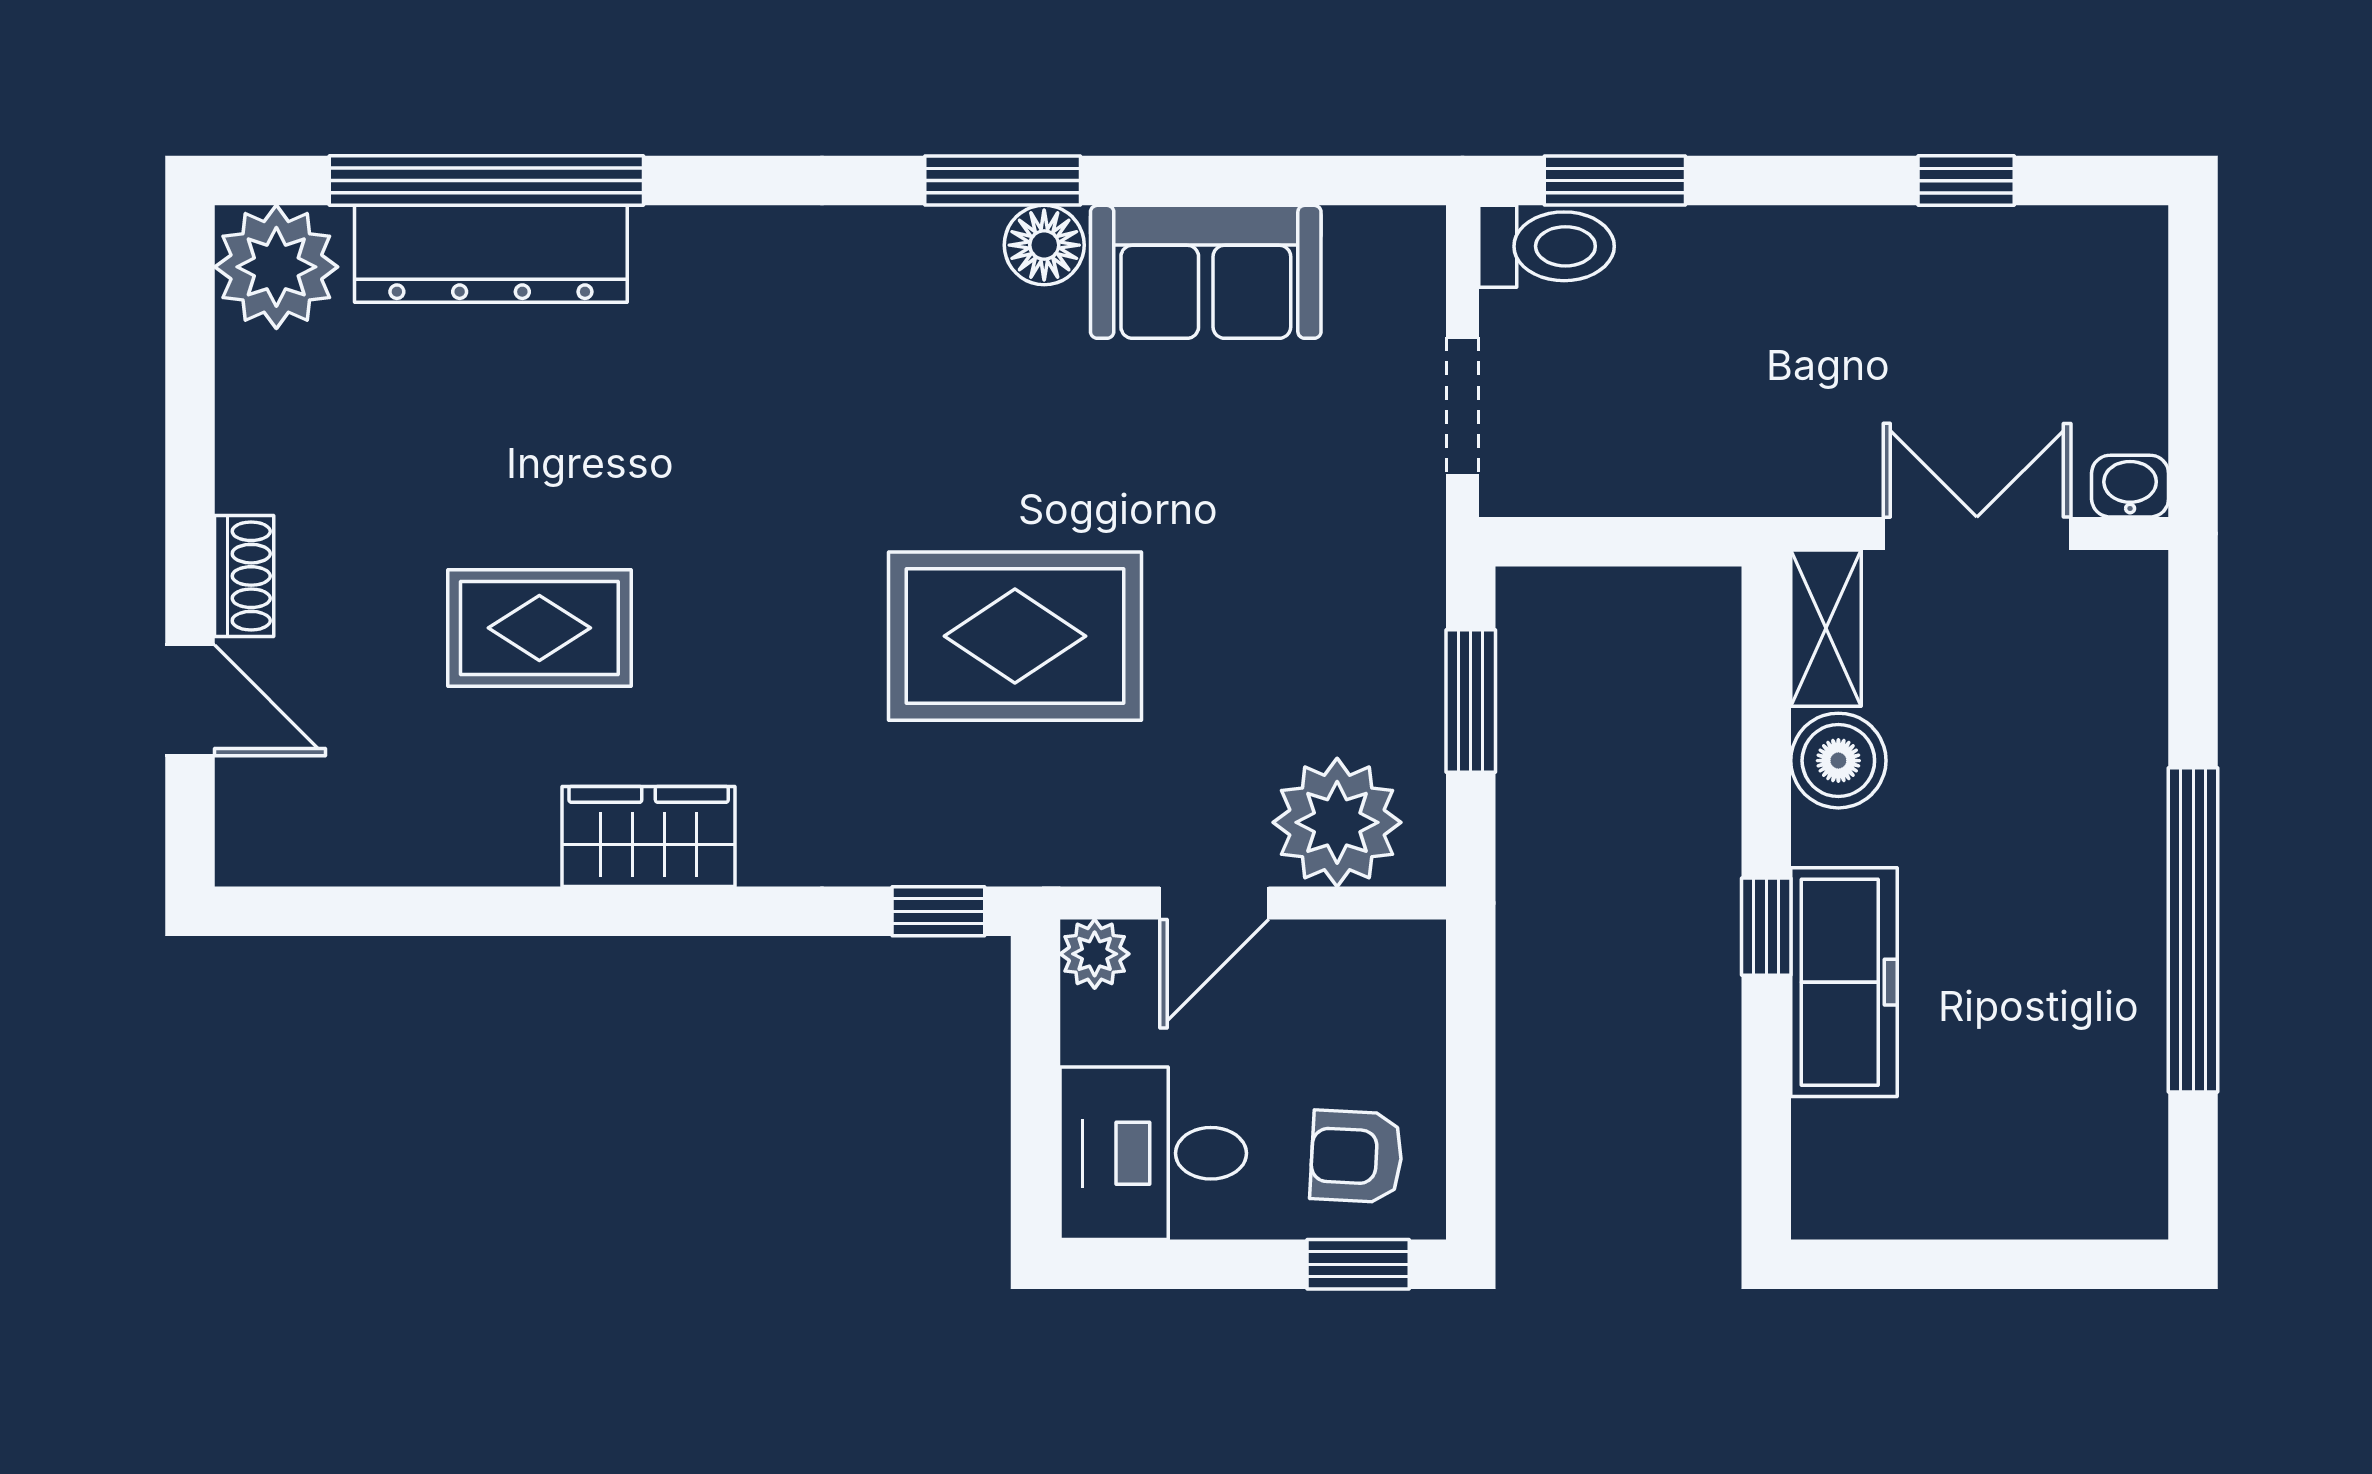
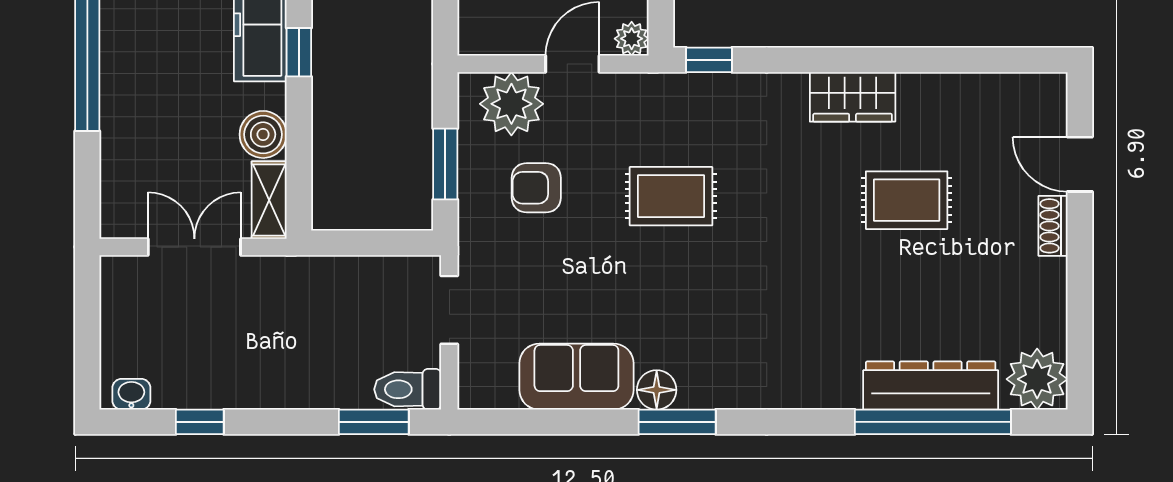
washbasin: (2130, 486) -> (131, 394), moved, turned 180
double door: (1977, 534) -> (194, 247), swing flipped
rug: (1015, 636) -> (671, 196), width x0.73, depth x0.70
armchair: (1287, 653) -> (536, 188), added

